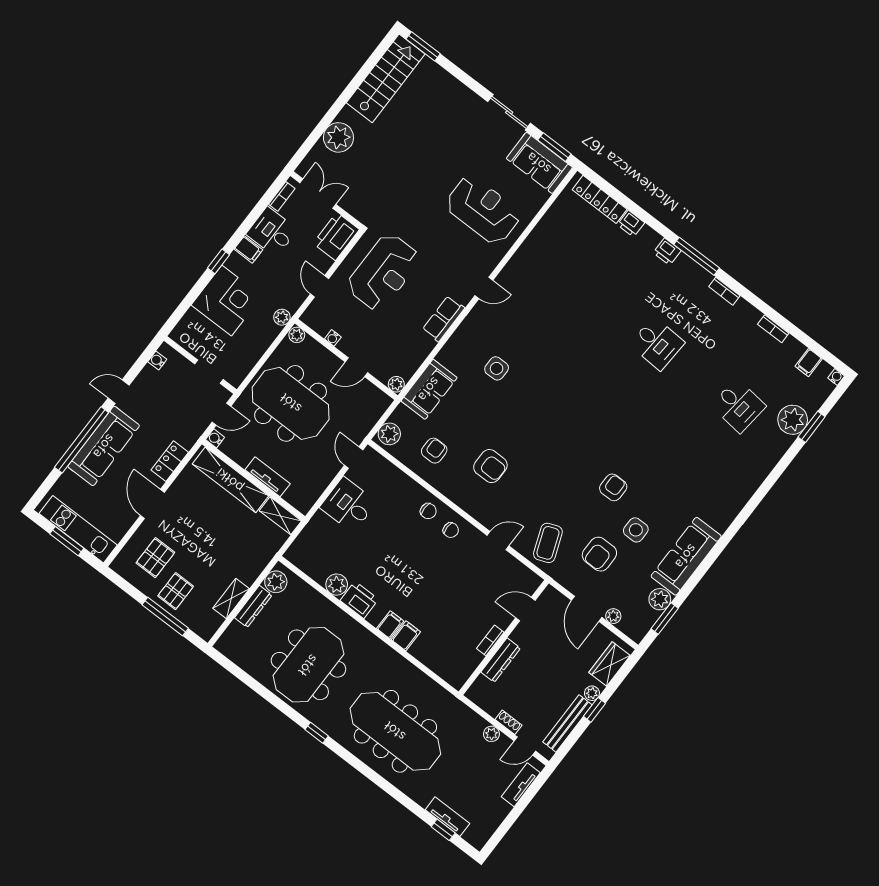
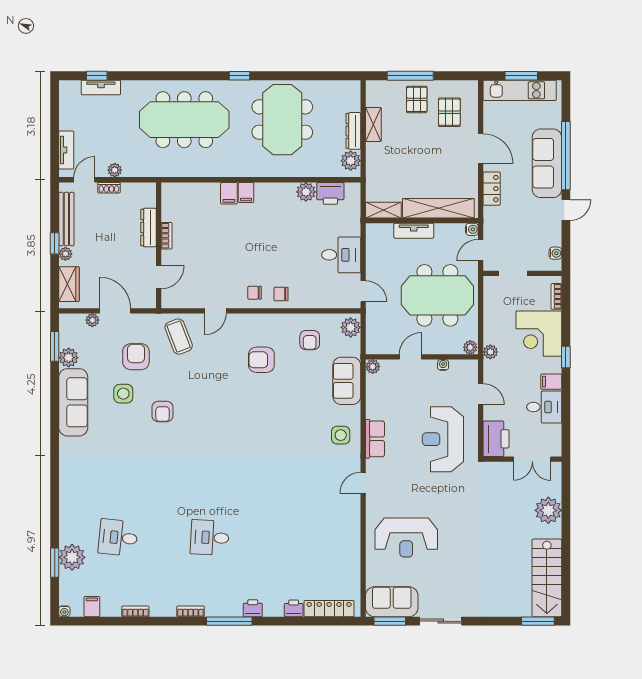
bookcase: (282, 196) -> (556, 296), moved
side table: (497, 368) -> (341, 435), moved
printer: (359, 600) -> (330, 193), moved

